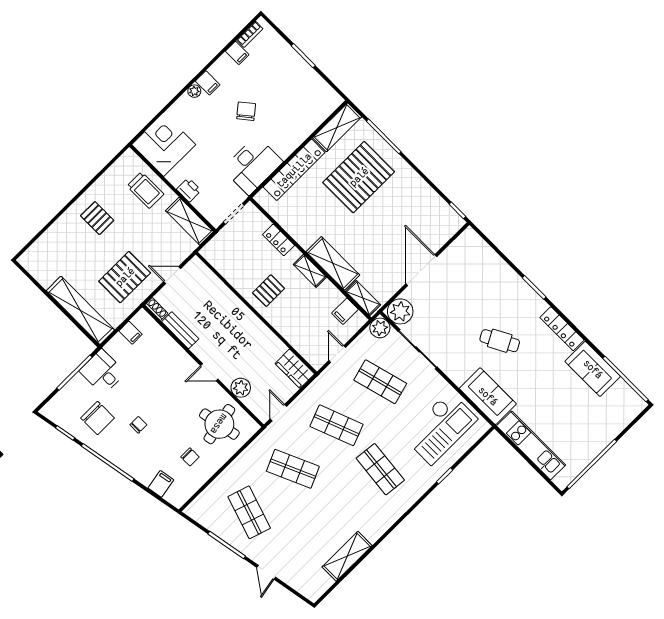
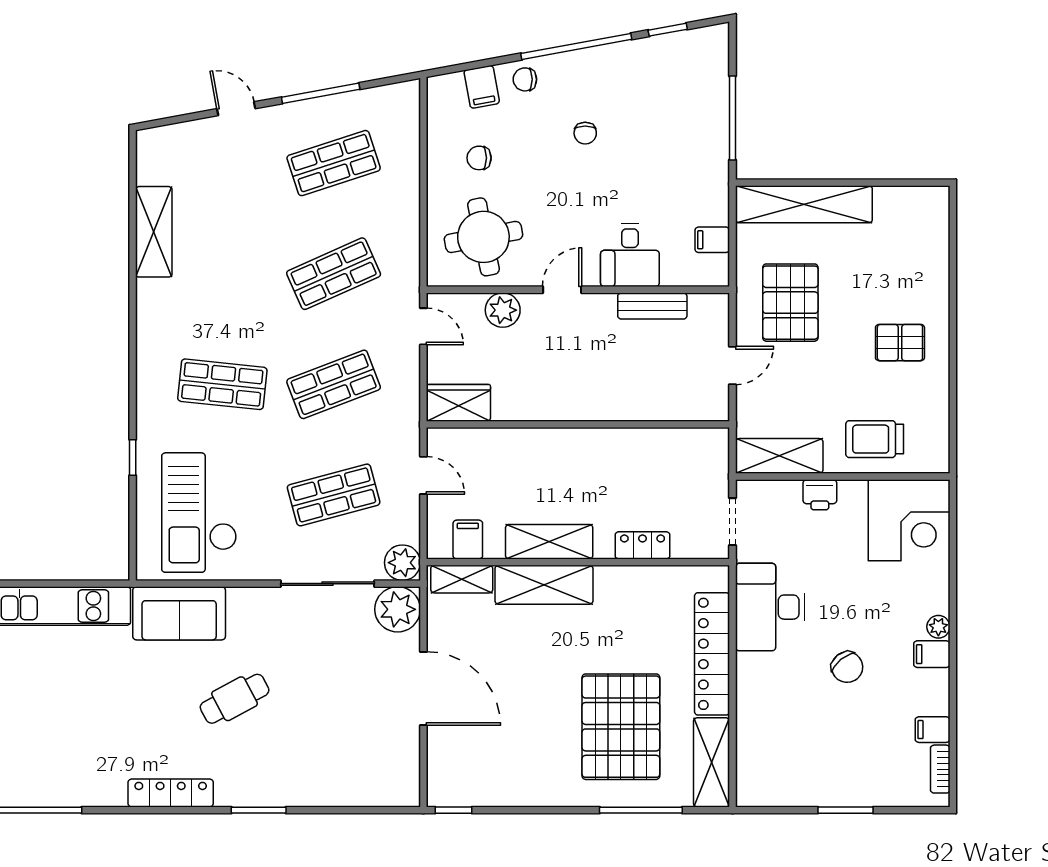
shelving: (310, 271) -> (549, 542), width x1.50, depth x1.33
pallet: (269, 291) -> (591, 468), removed
shoe rack: (156, 309) -> (709, 303), removed
sofa: (593, 369) -> (81, 781), removed
desk: (102, 372) -> (630, 255), moved, turned 90
chair: (98, 418) -> (525, 79), moved, width x0.54, depth x0.54
shop shelf: (249, 512) -> (334, 163), turned -36

